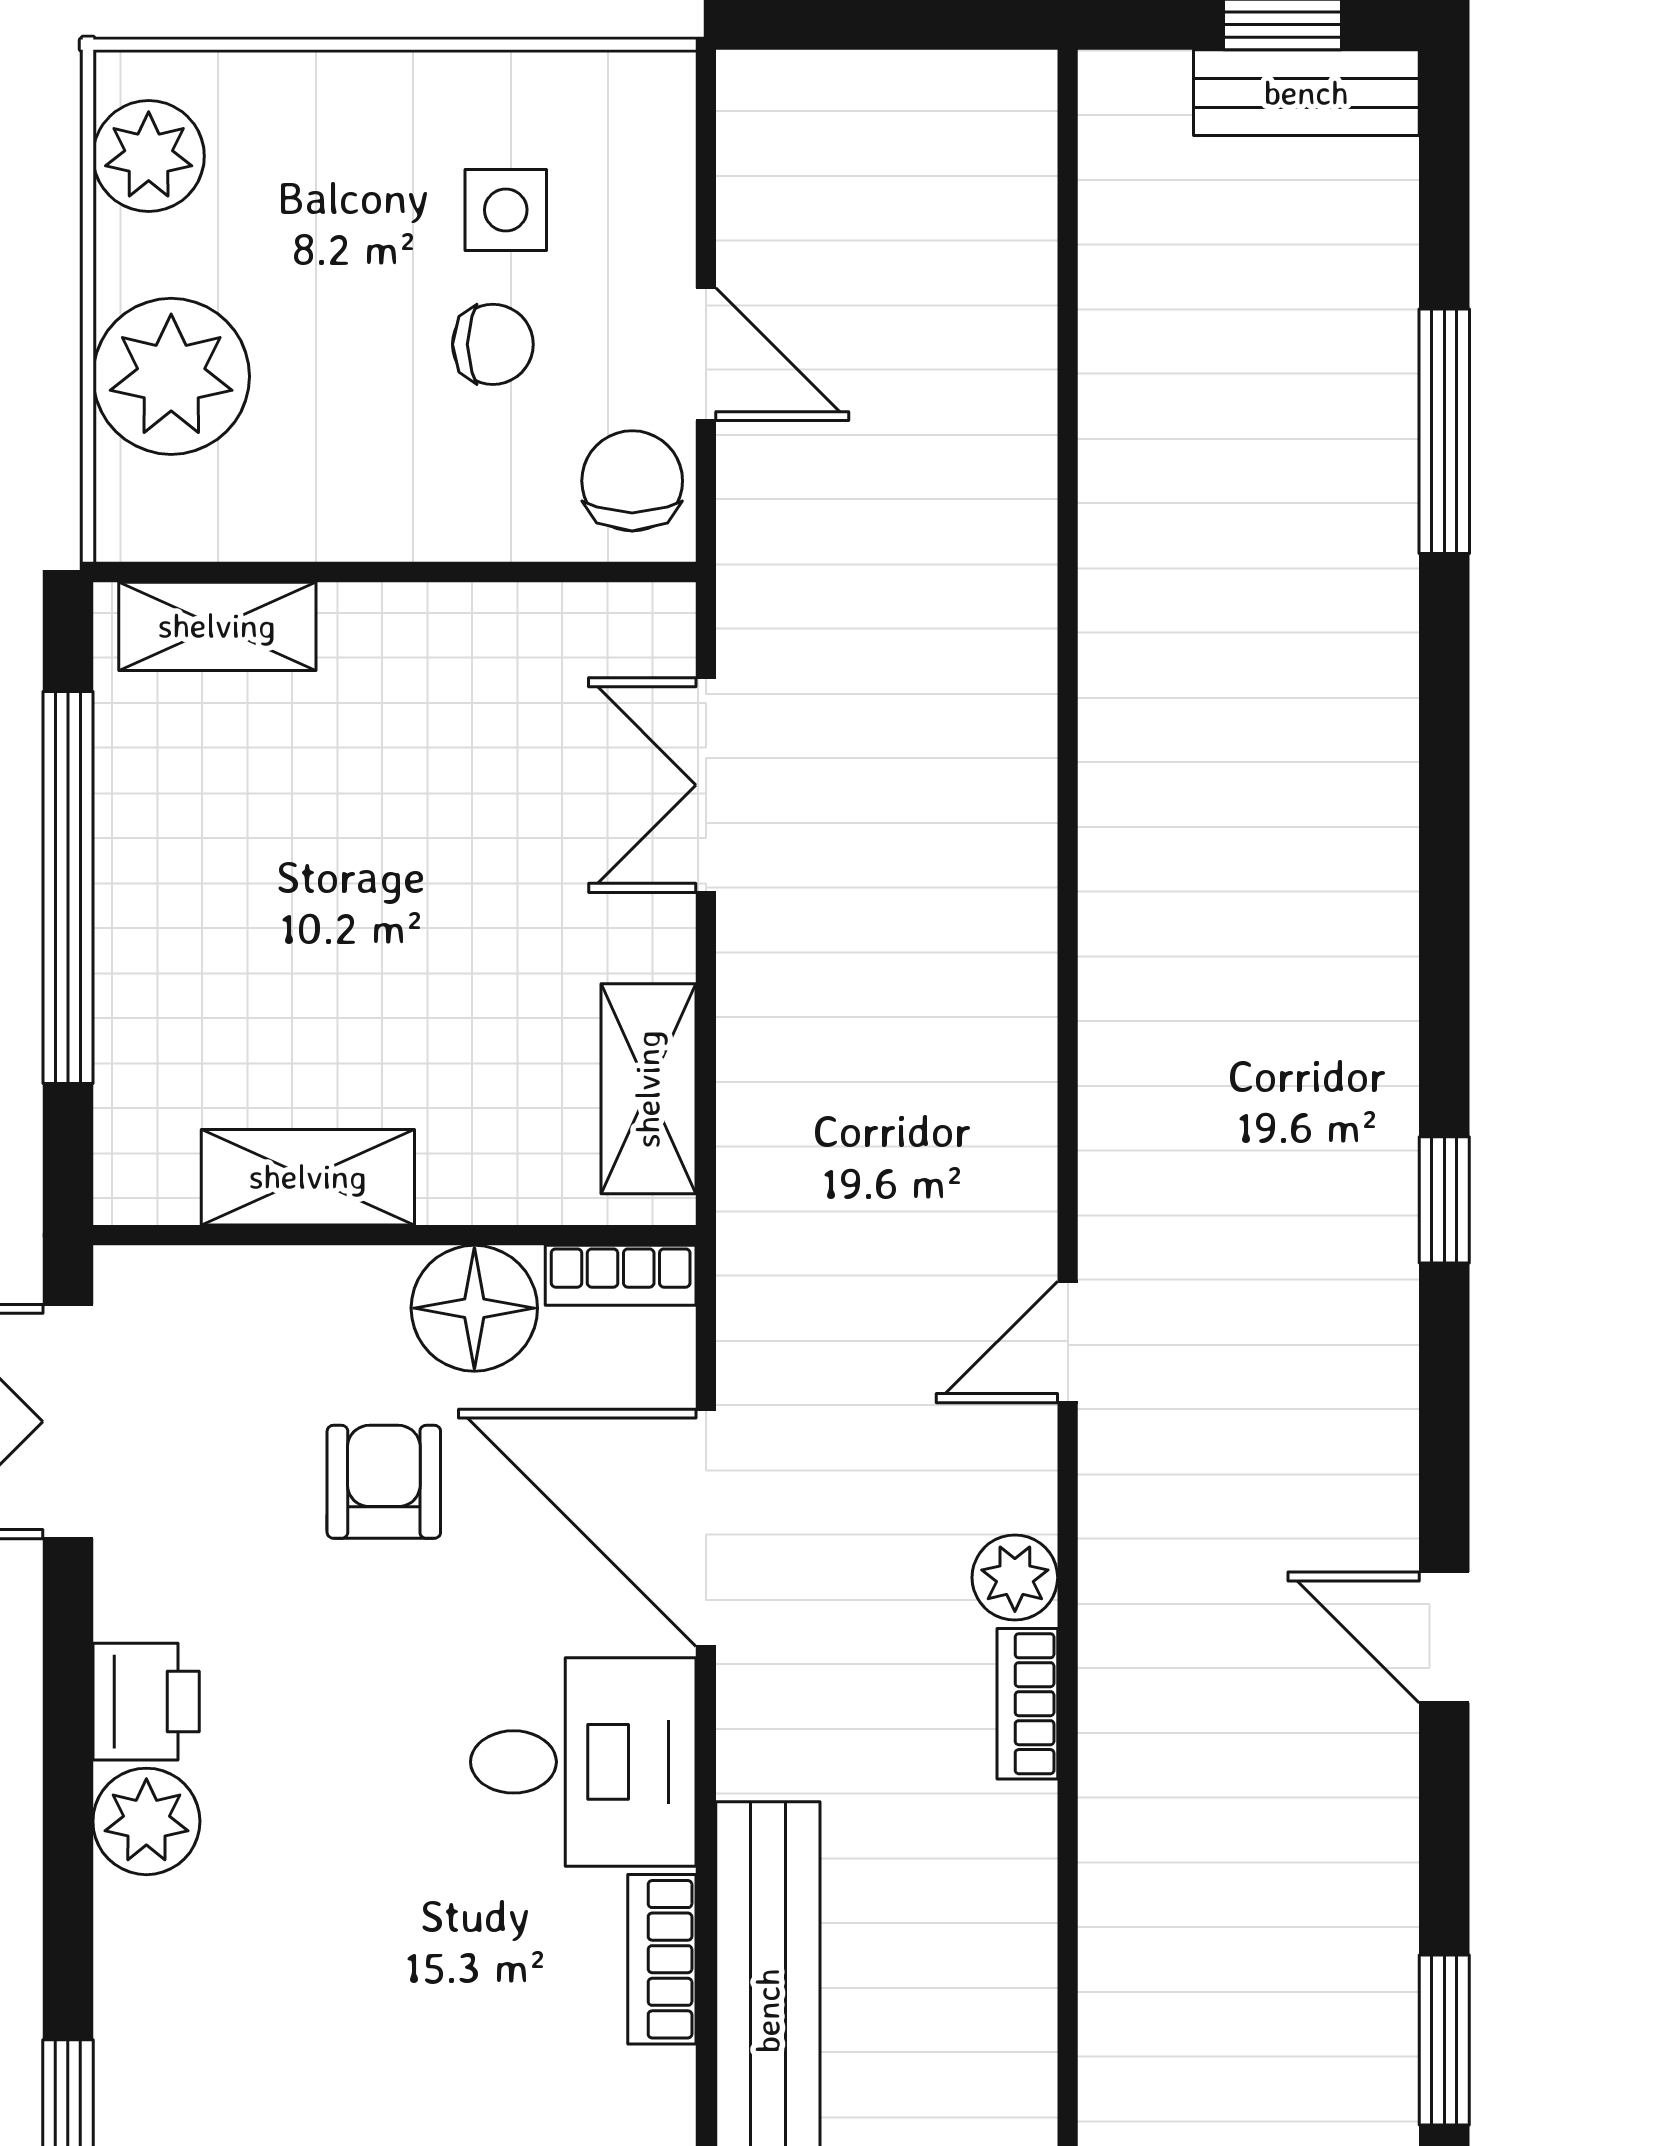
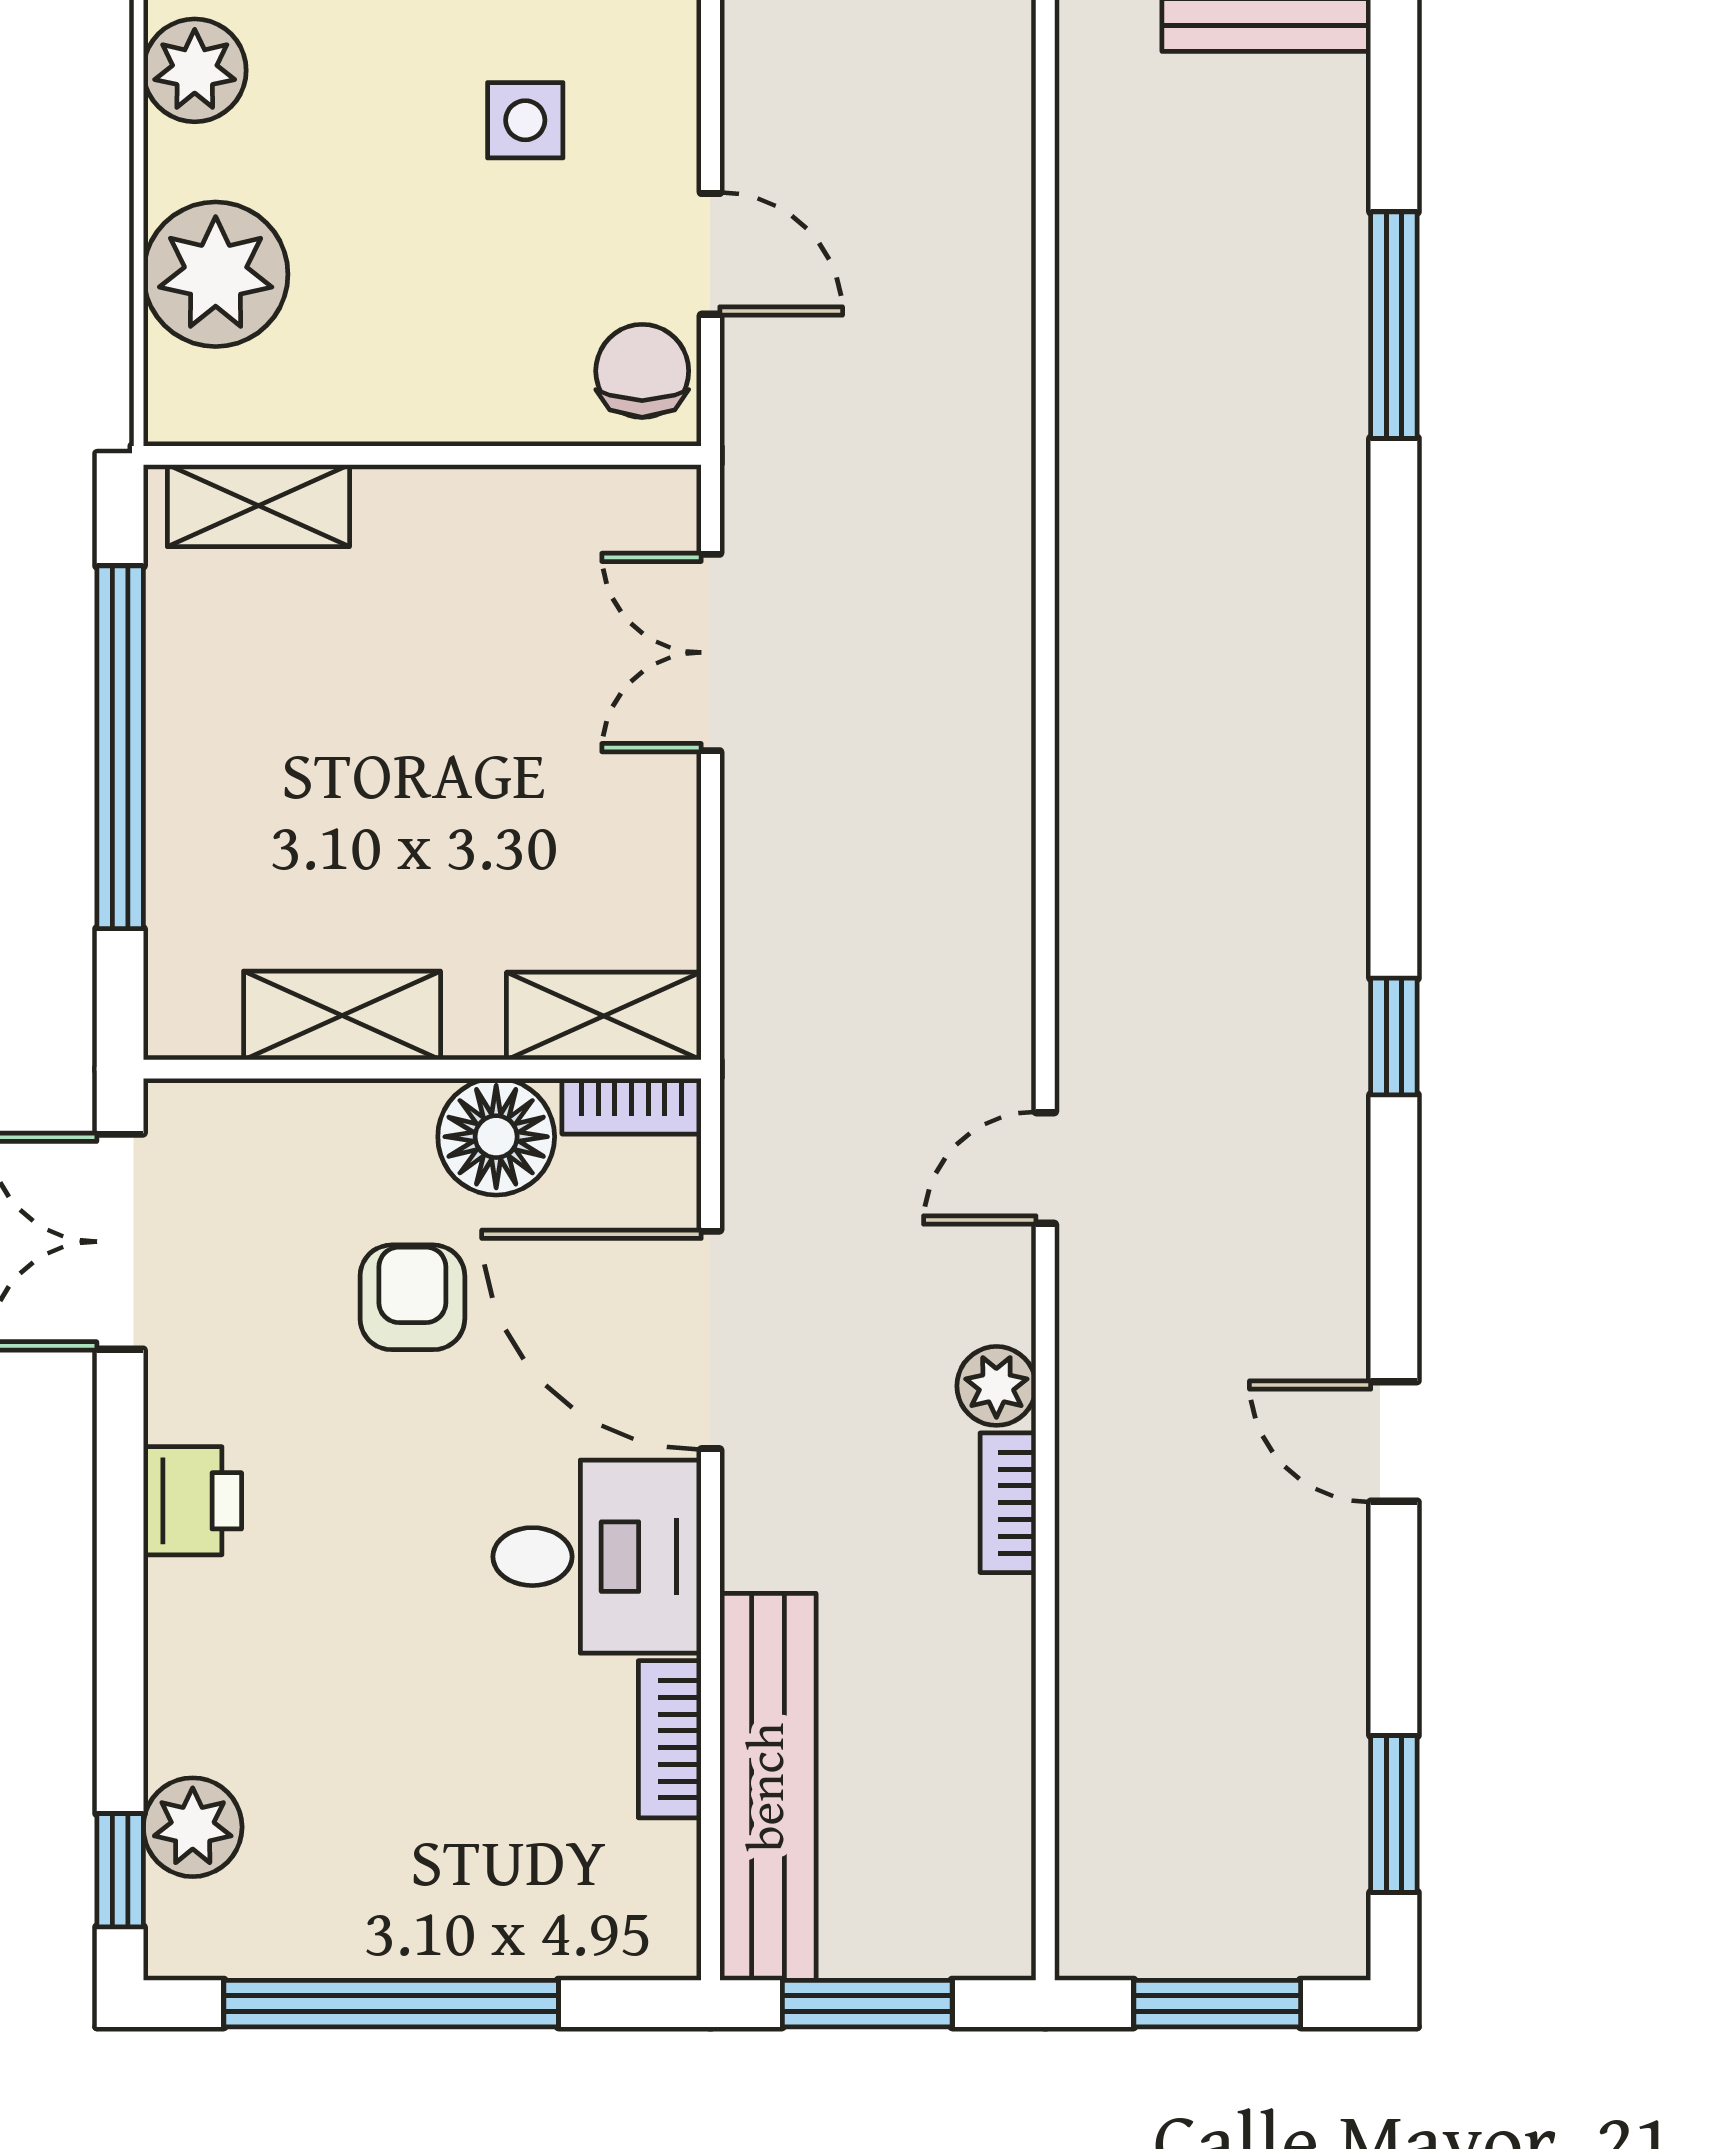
chair: (493, 344) -> (513, 245), removed
shelving: (648, 1089) -> (604, 1016), moved, turned 90
plant: (146, 1821) -> (193, 1827), moved

